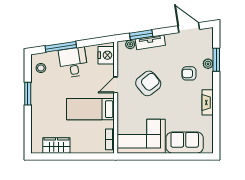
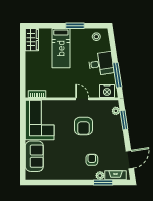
tv unit: (150, 42) -> (118, 128), removed
window: (61, 47) -> (117, 75), moved
armchair: (148, 83) -> (83, 126), turned 39
fireplace: (208, 102) -> (116, 175), moved
bed: (90, 109) -> (61, 48), moved, turned 180
wardrobe: (56, 145) -> (32, 40), moved

